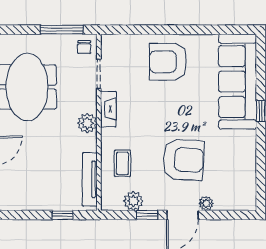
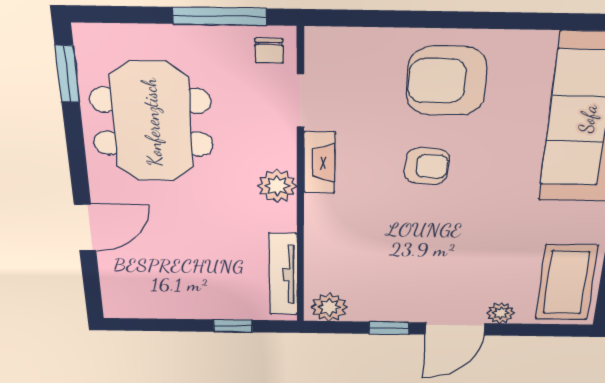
armchair: (183, 160) -> (427, 166), moved, width x0.53, depth x0.53
coffee table: (122, 163) -> (566, 283), moved, width x1.86, depth x1.72
plant: (133, 201) -> (329, 307), moved

